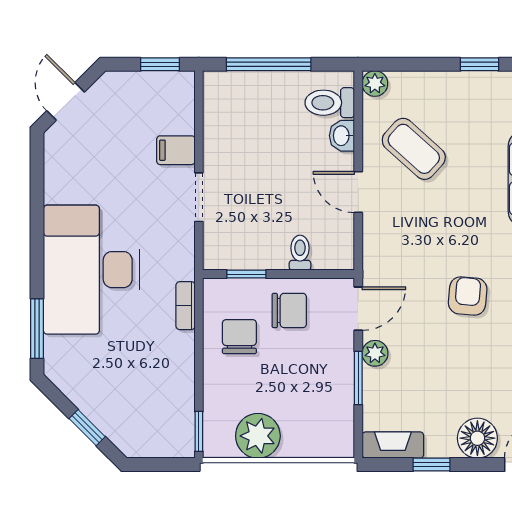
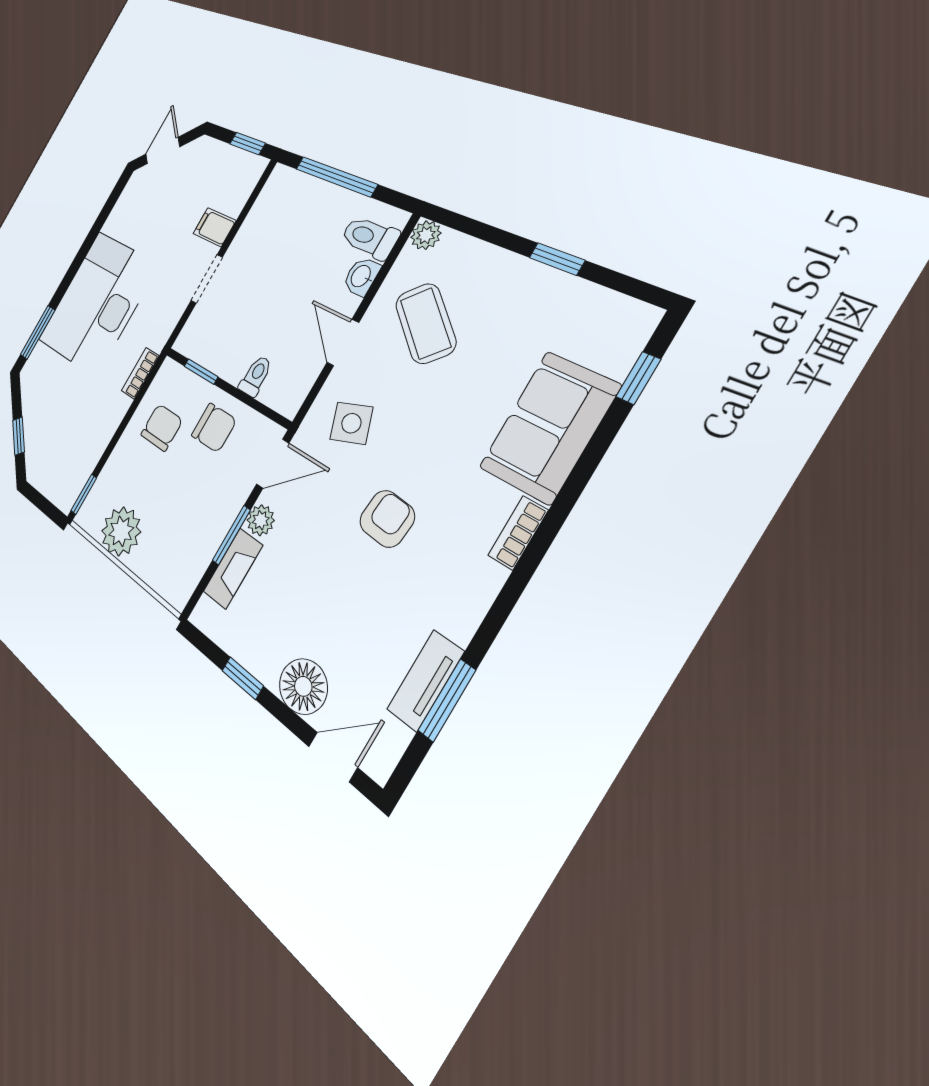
side table: (402, 247) -> (351, 423), added
fireplace: (393, 445) -> (233, 568), moved, turned 90

